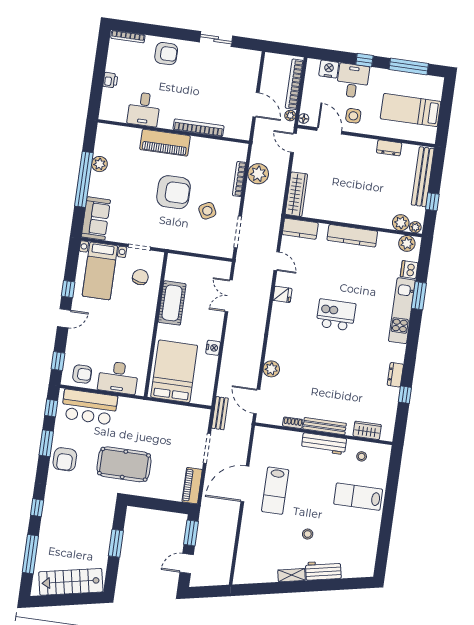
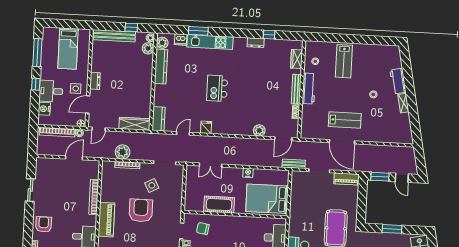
dresser: (389, 148) -> (95, 81), moved
kitchen counter: (352, 236) -> (161, 67), moved

